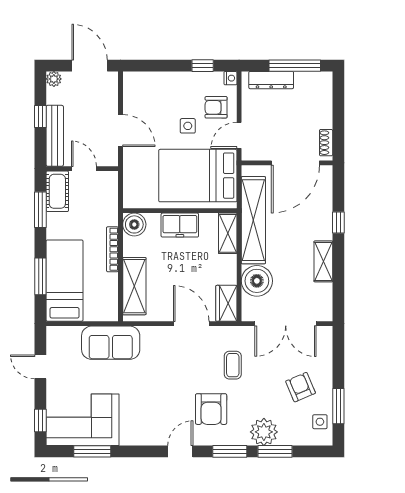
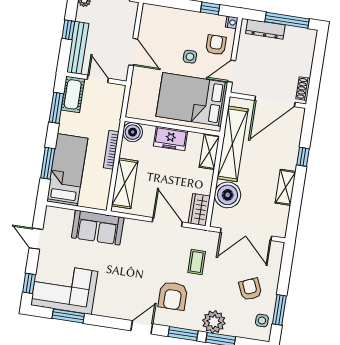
armchair: (216, 107) -> (216, 45), turned 90

